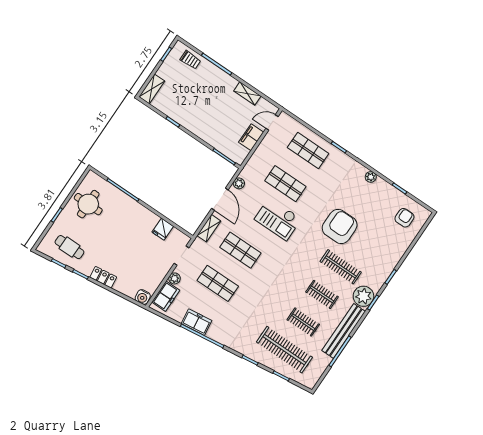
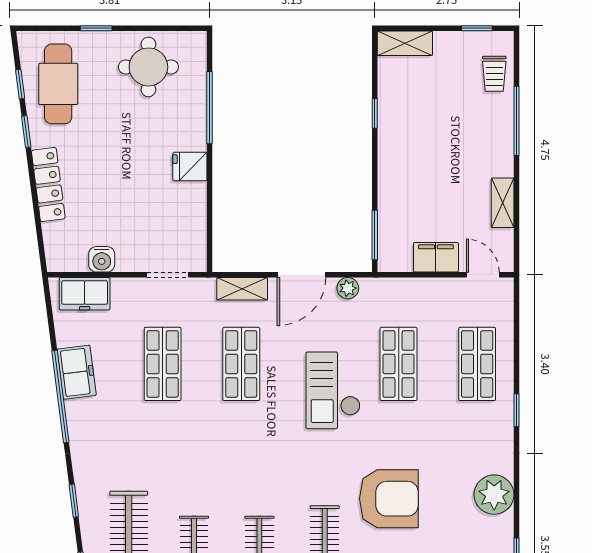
plant: (371, 177) -> (494, 495), width x1.88, depth x1.88
fridge: (163, 229) -> (190, 166), moved
cafe table: (69, 247) -> (58, 84), width x1.37, depth x1.35
locker: (103, 277) -> (48, 185), width x1.53
plant: (174, 278) -> (123, 288), removed
water cooler: (143, 297) -> (102, 259), moved, turned -83

